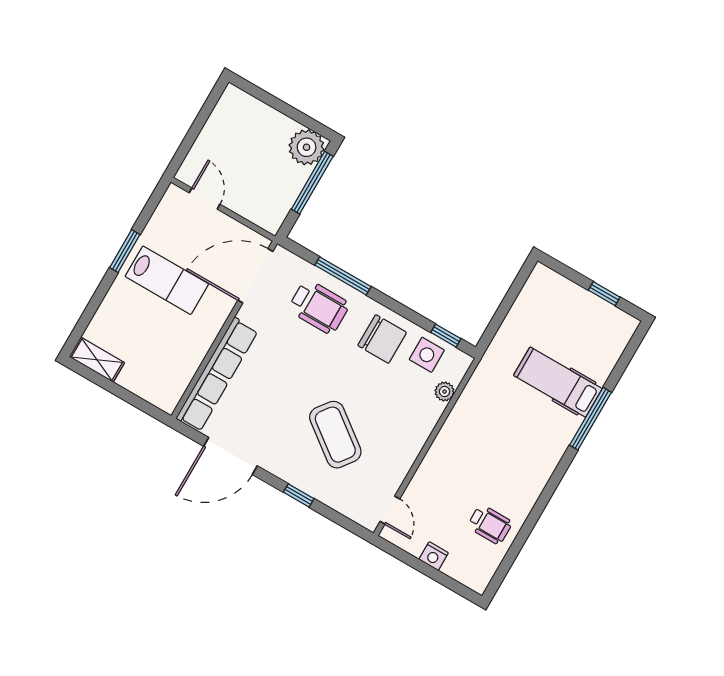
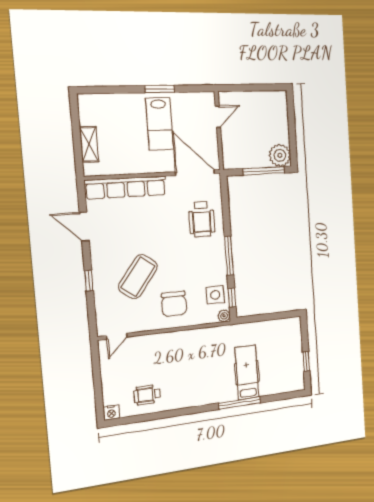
window: (343, 276) -> (229, 256), moved
chair: (382, 339) -> (174, 304), moved
shelving: (97, 360) -> (89, 144), moved
plant: (445, 392) -> (224, 316), moved
door: (231, 456) -> (84, 226), width x0.73
wheelchair: (490, 524) -> (147, 395), turned 90
nightstand: (434, 556) -> (111, 413), moved, turned -90

